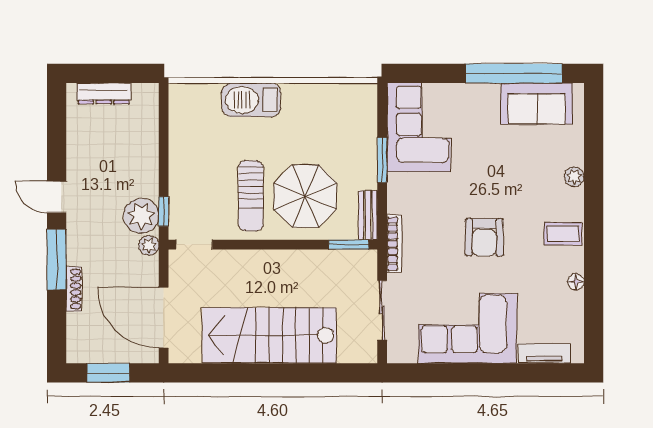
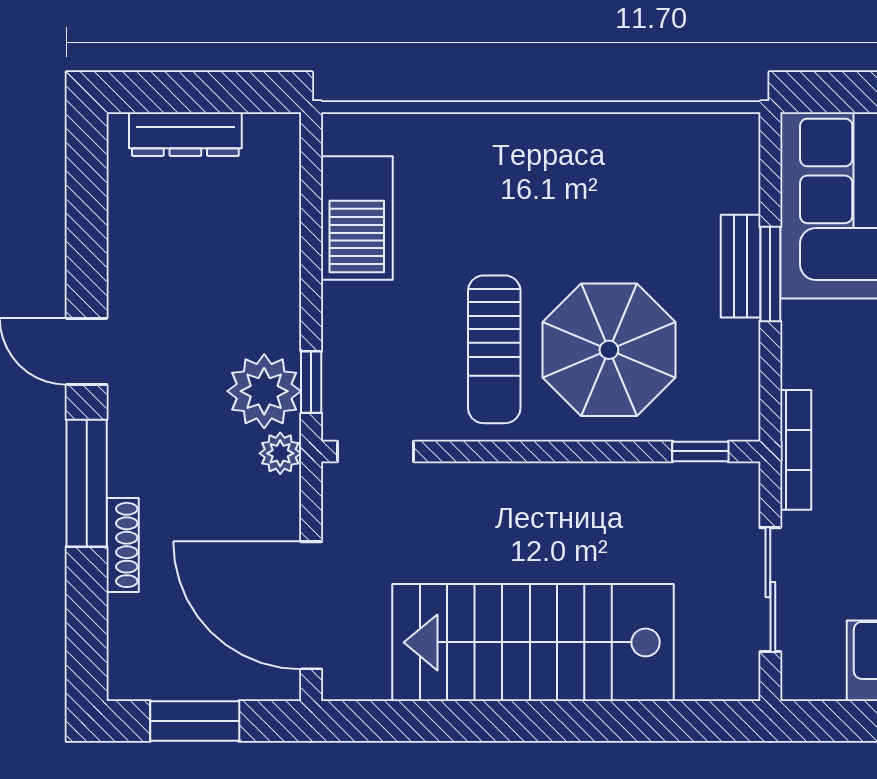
barbecue: (251, 100) -> (357, 218), moved, turned -90
bench: (368, 215) -> (741, 266), moved
window: (349, 245) -> (700, 451), width x0.67

